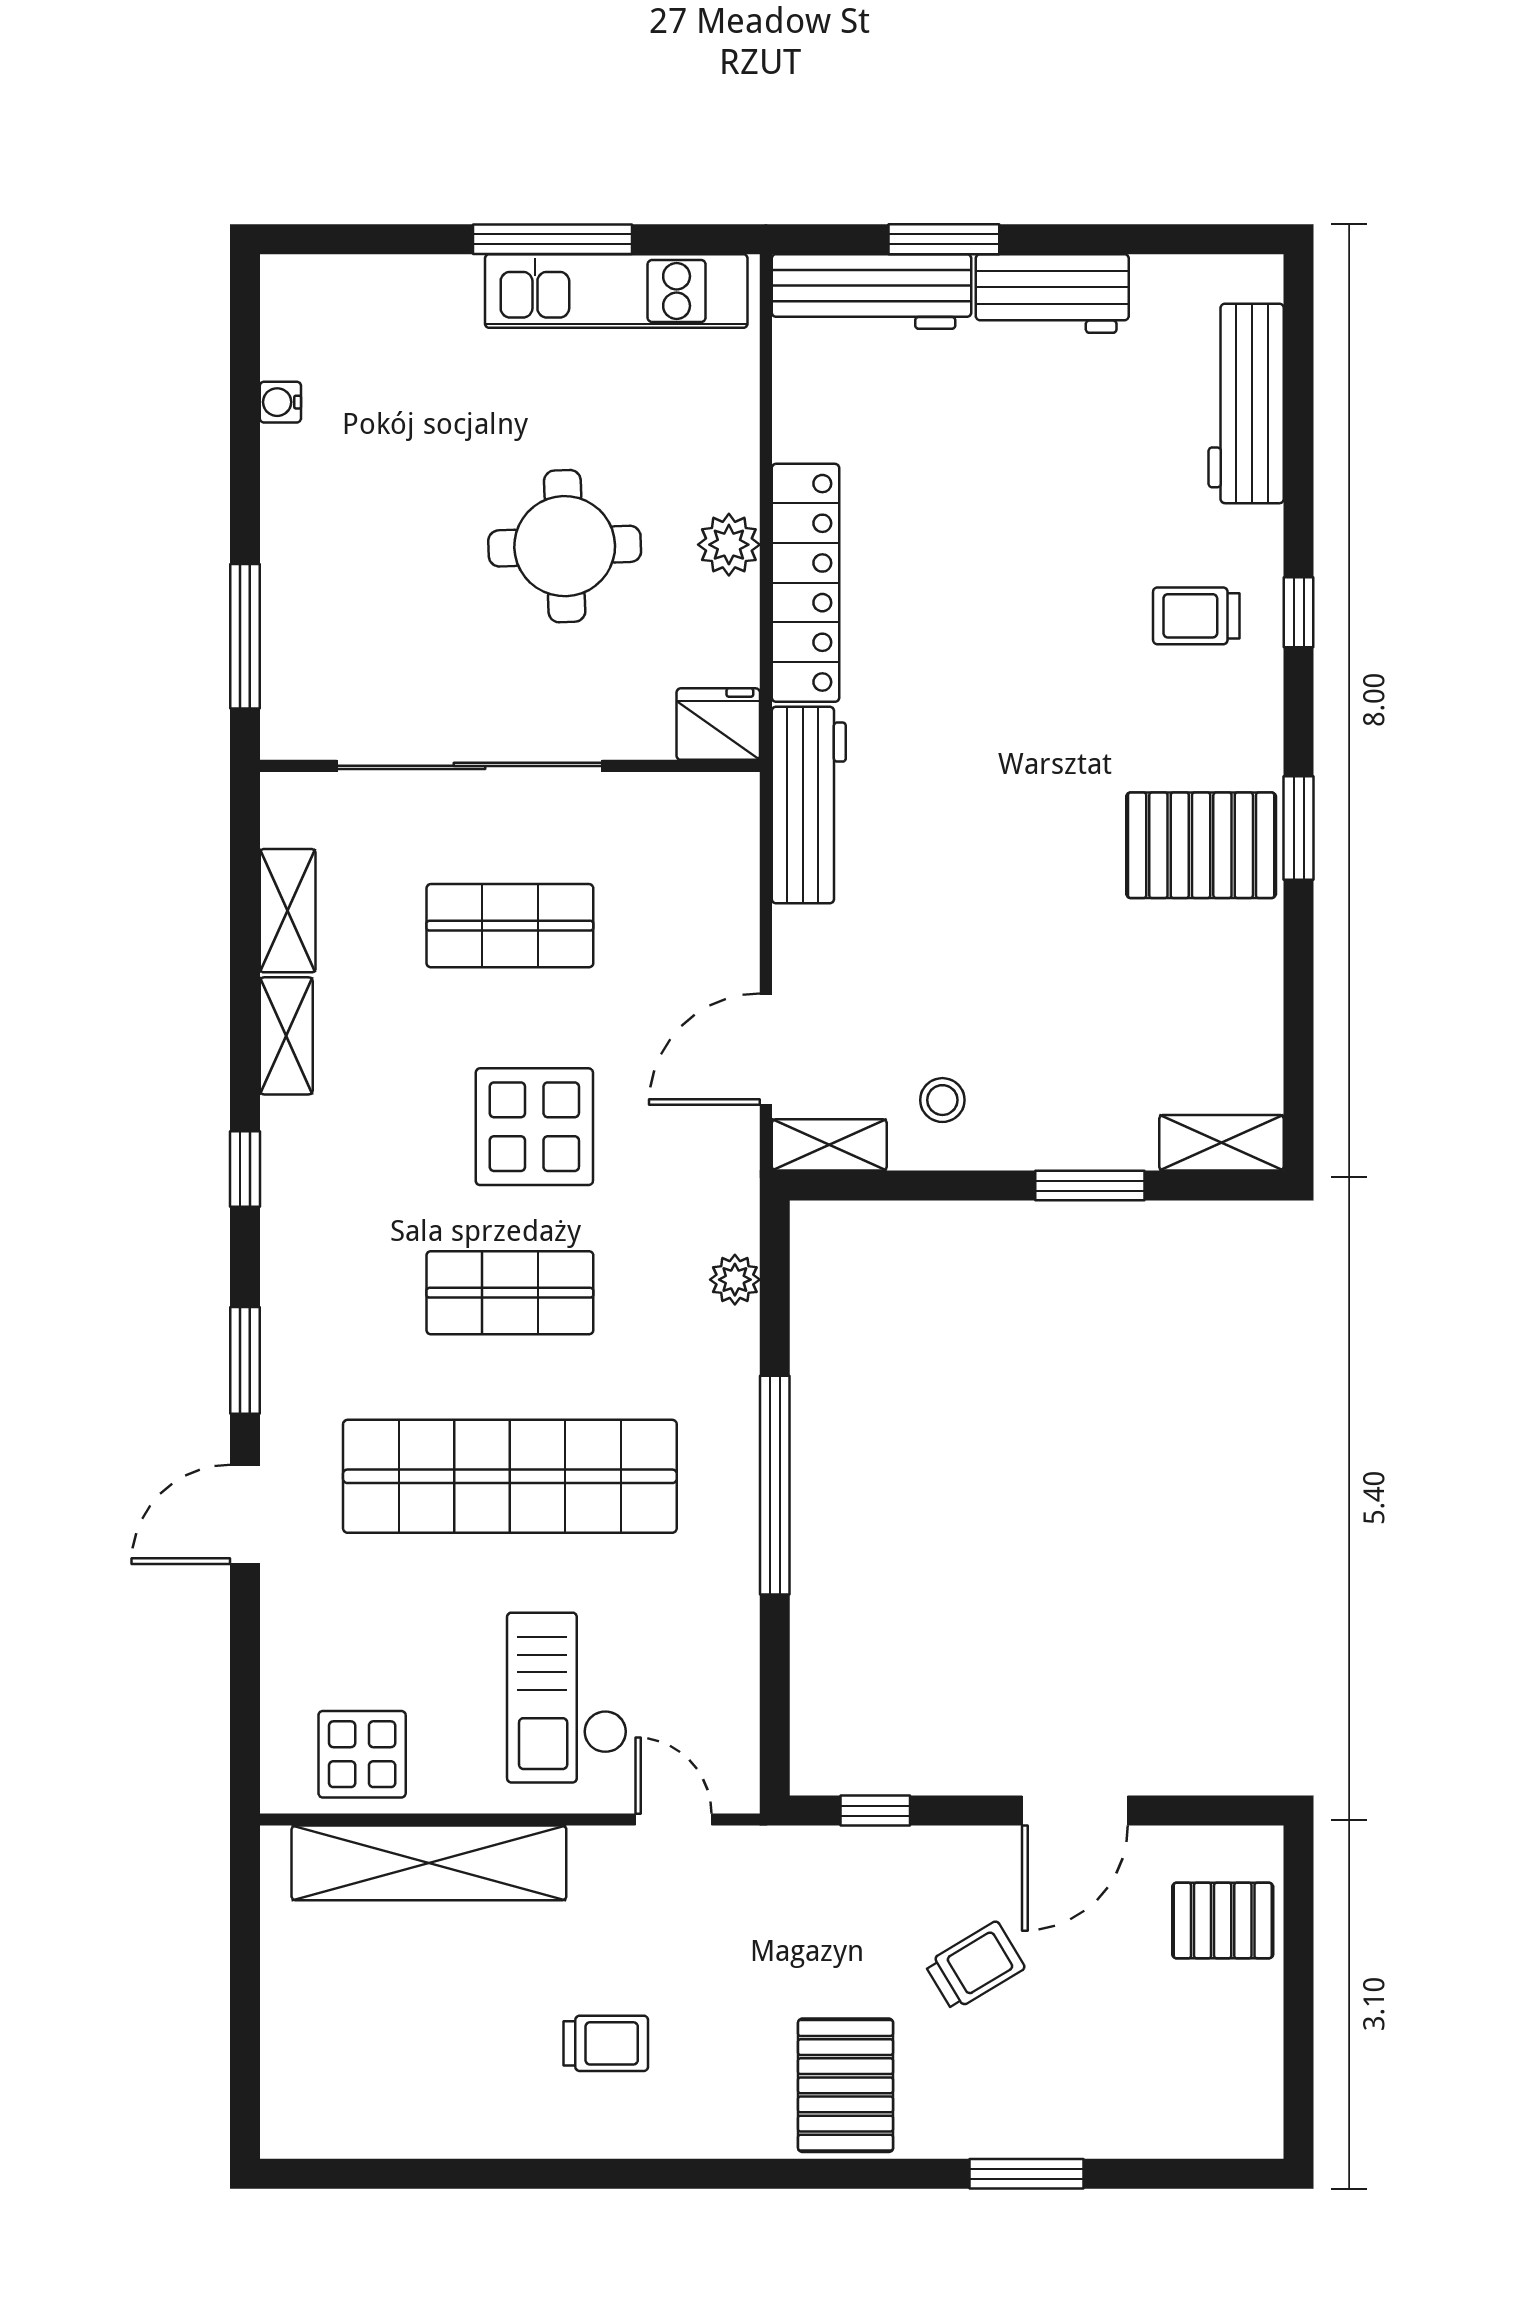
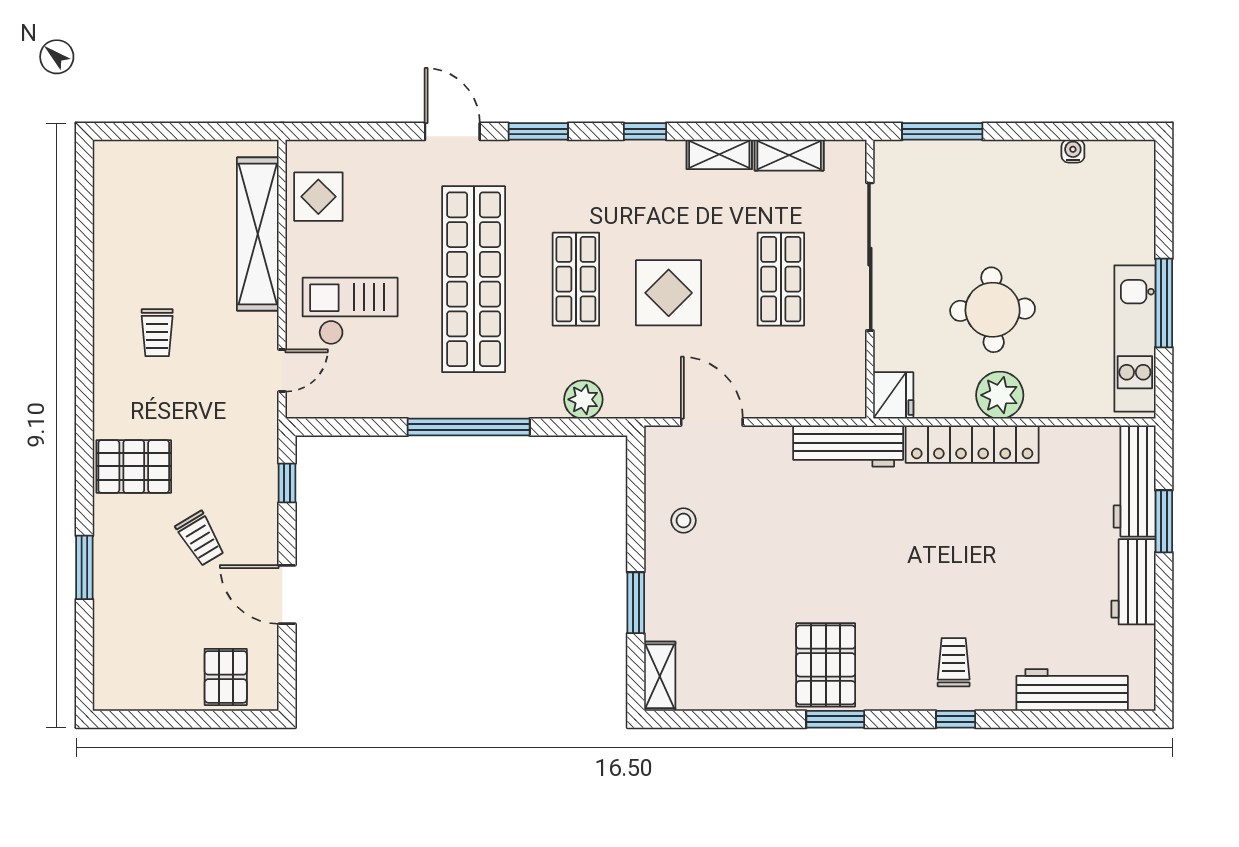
plant: (729, 545) -> (1000, 395), width x1.36, depth x1.36
shelving: (829, 1145) -> (658, 457), removed
plant: (735, 1280) -> (583, 399), width x1.38, depth x1.38

